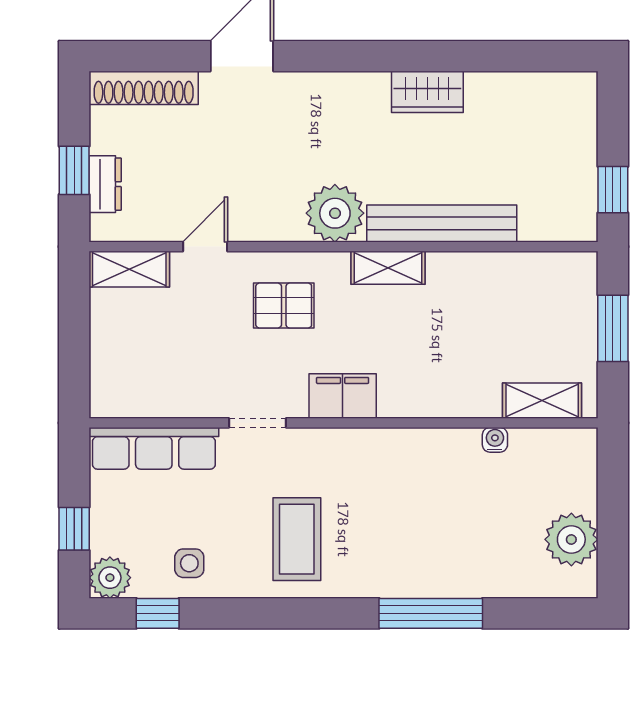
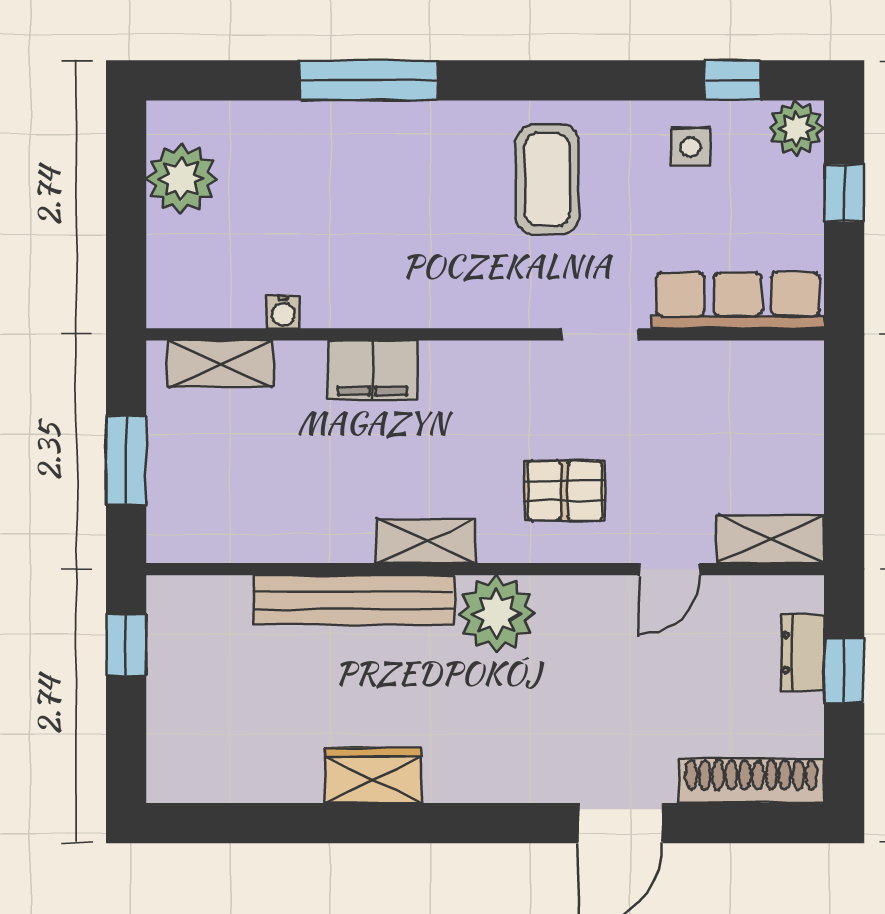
filing cabinet: (343, 396) -> (373, 370), moved

